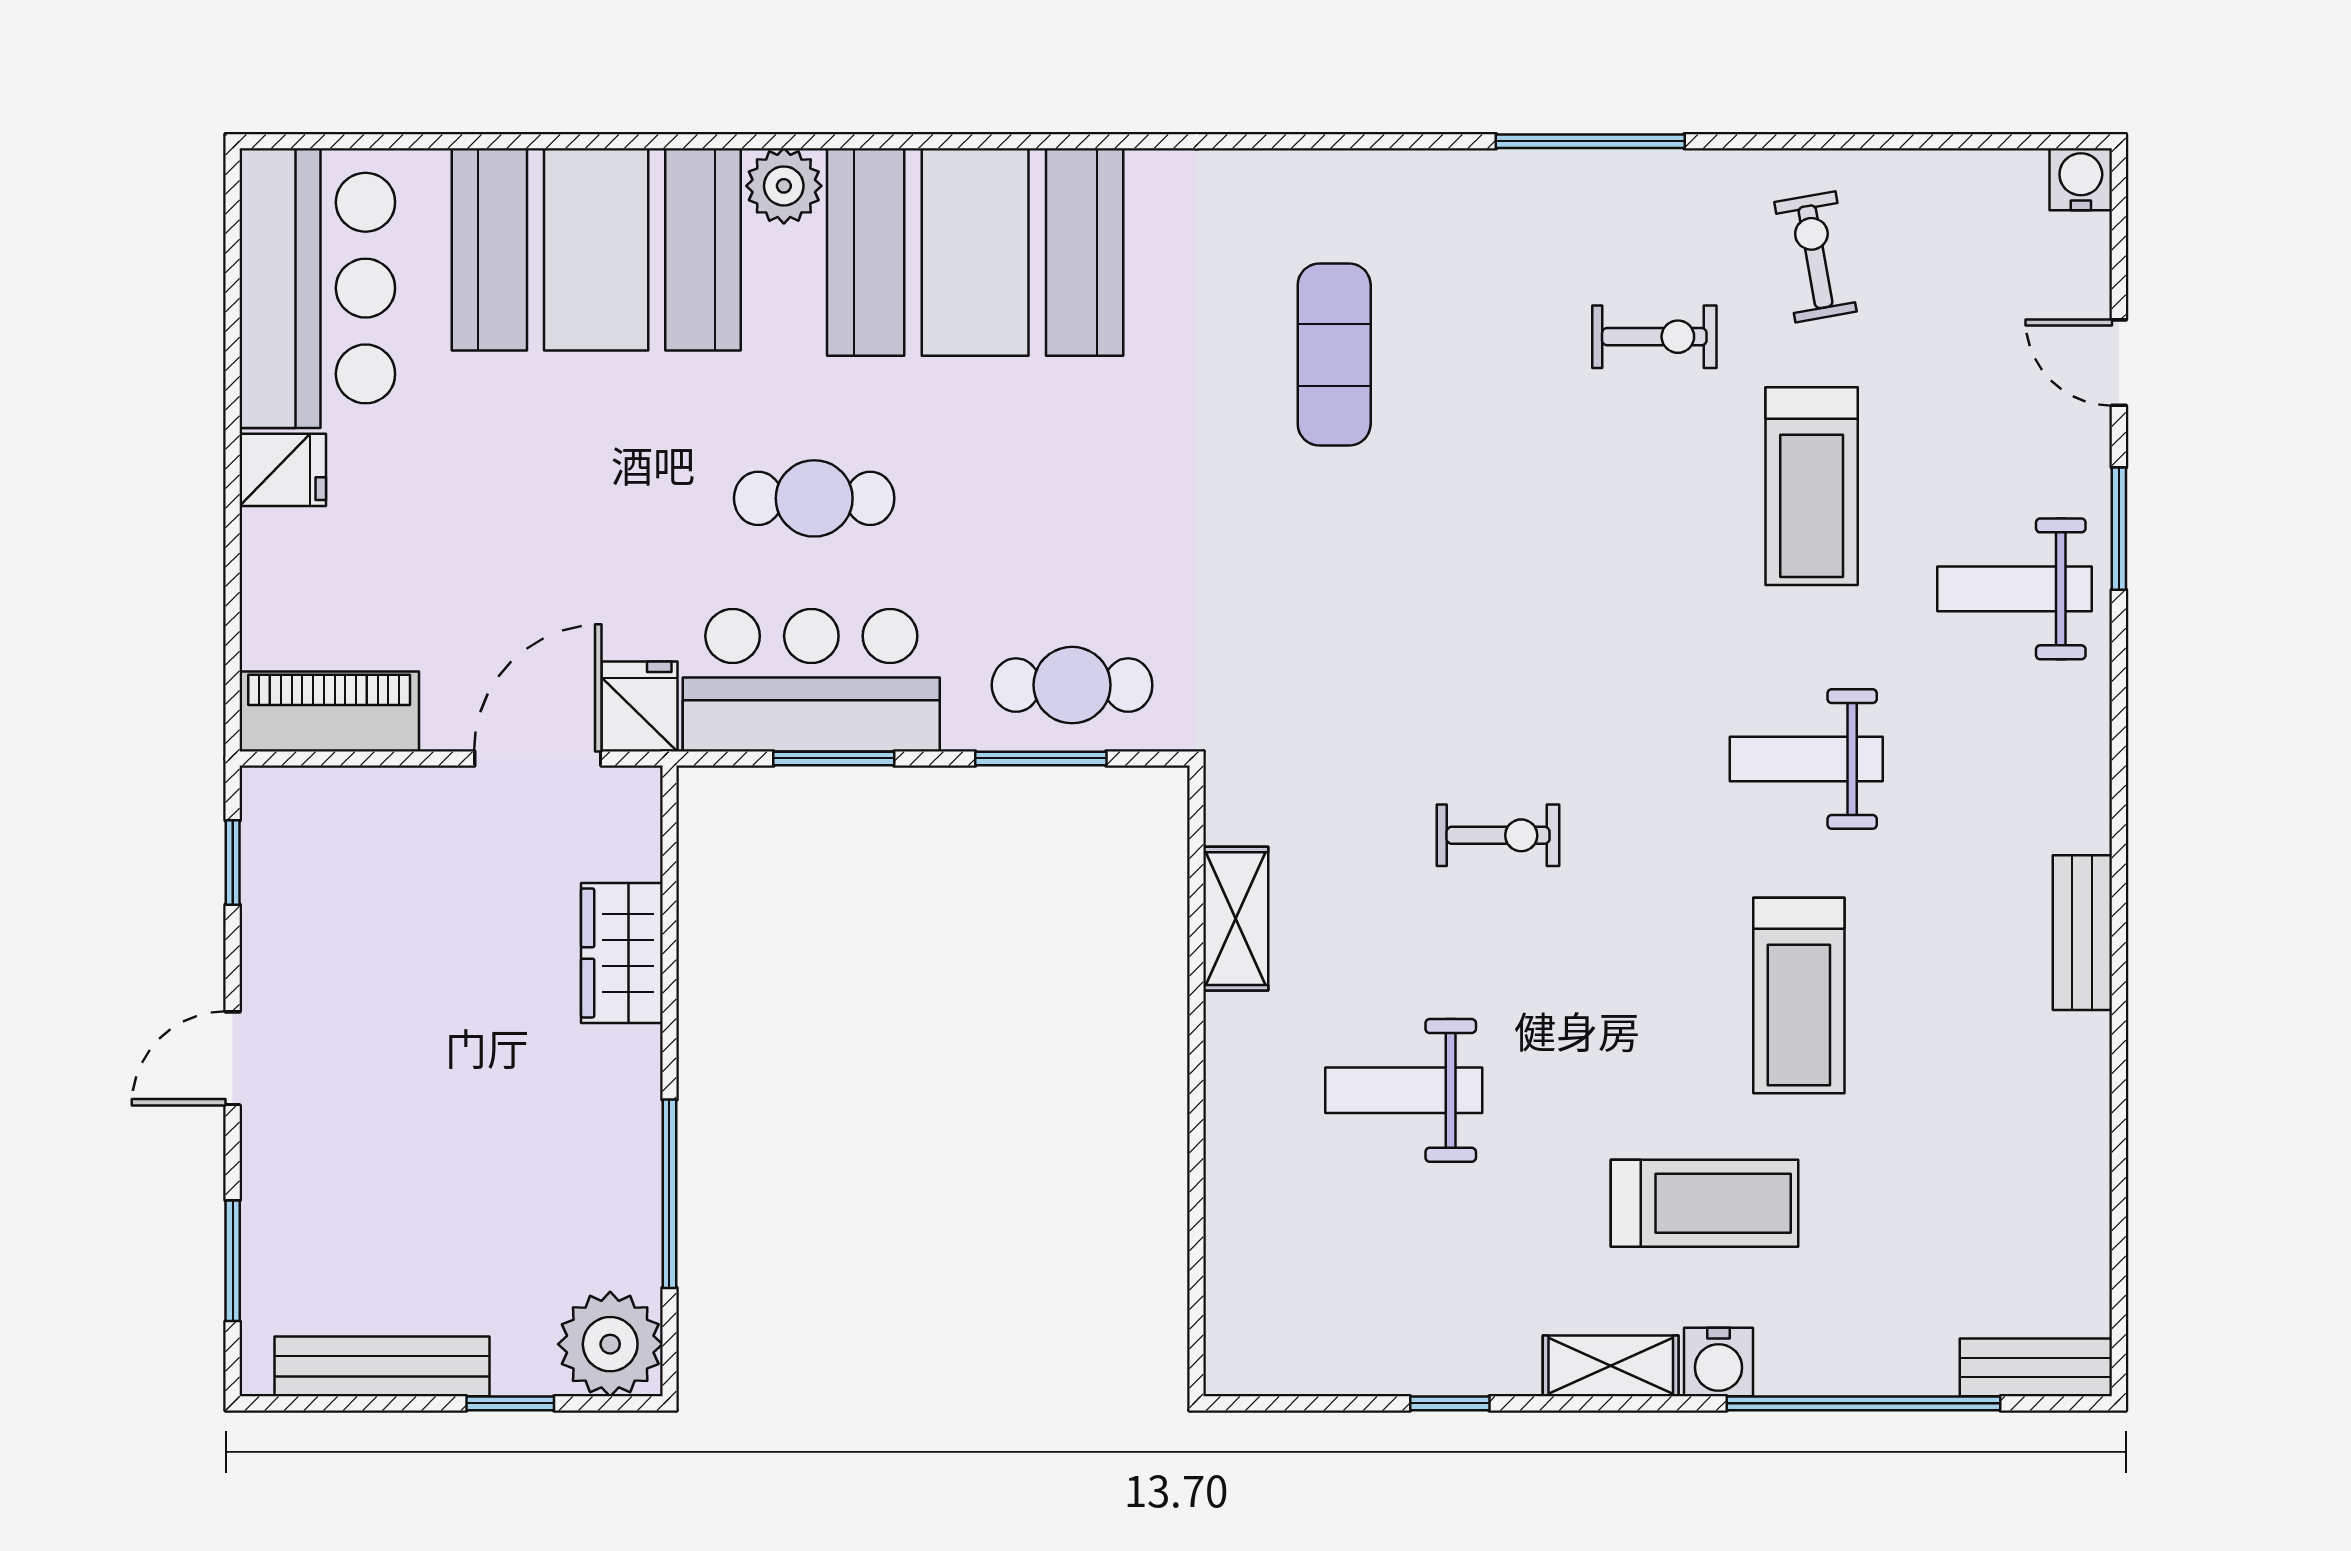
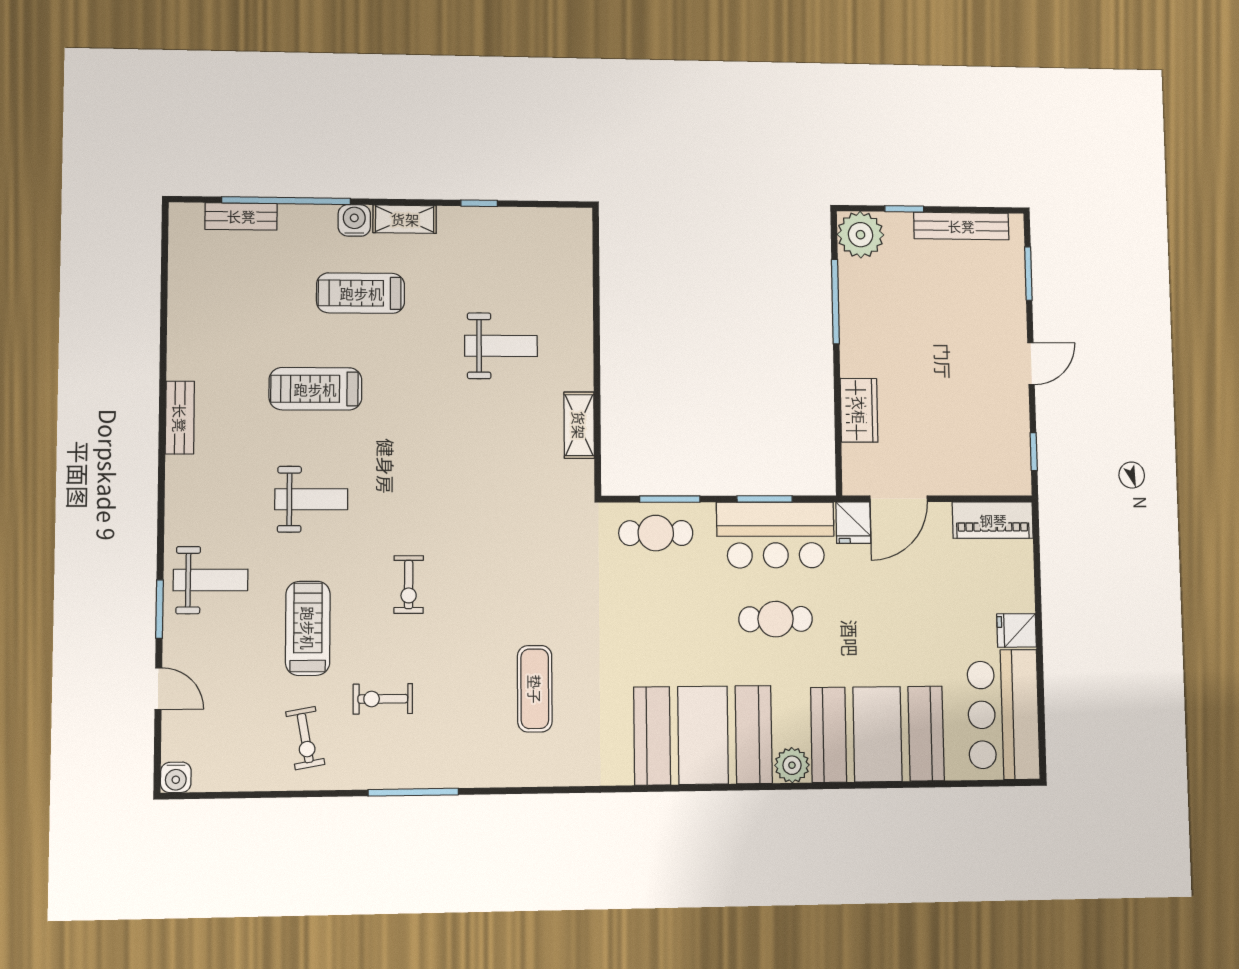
exercise bike: (1498, 835) -> (409, 585), moved, turned -90
treadmill: (1799, 995) -> (315, 389), turned -90
bench: (2036, 1367) -> (241, 216), moved

